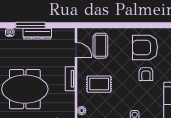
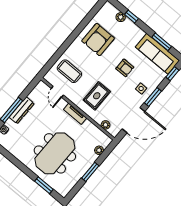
door: (76, 50) -> (57, 92), swing flipped
armchair: (146, 74) -> (125, 68), moved

